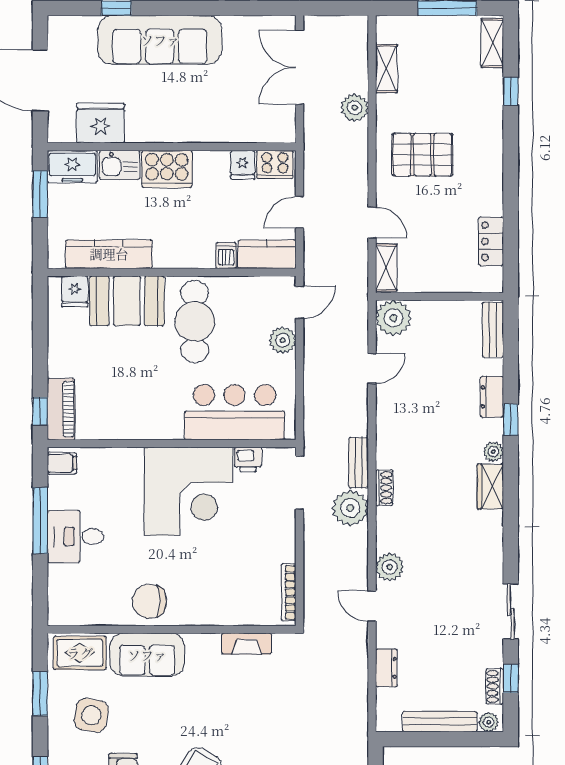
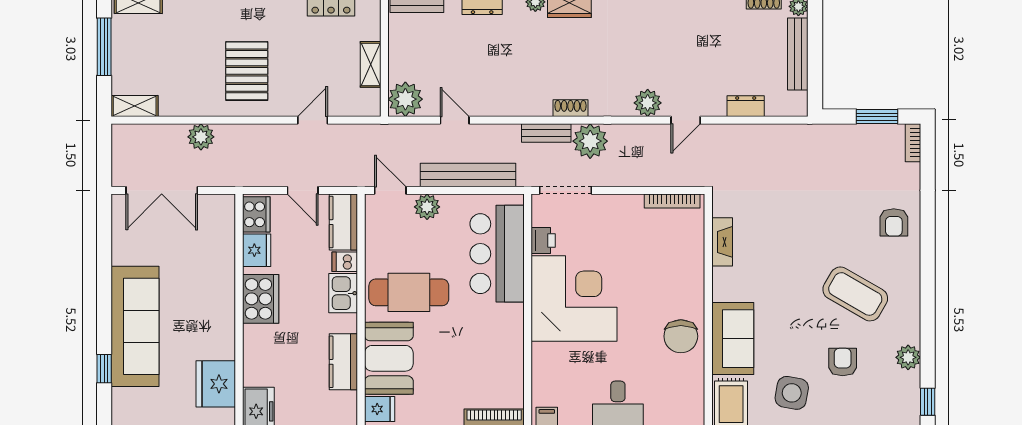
shelving: (386, 69) -> (135, 106), moved
kitchen sink: (119, 165) -> (343, 293), moved, turned 180
fridge: (243, 165) -> (257, 250), width x1.38
cooker: (167, 169) -> (261, 299), moved
kitchen counter: (109, 254) -> (343, 362), width x0.67
shelving: (386, 268) -> (371, 64), moved, turned 90
bench: (315, 382) -> (468, 175), added

